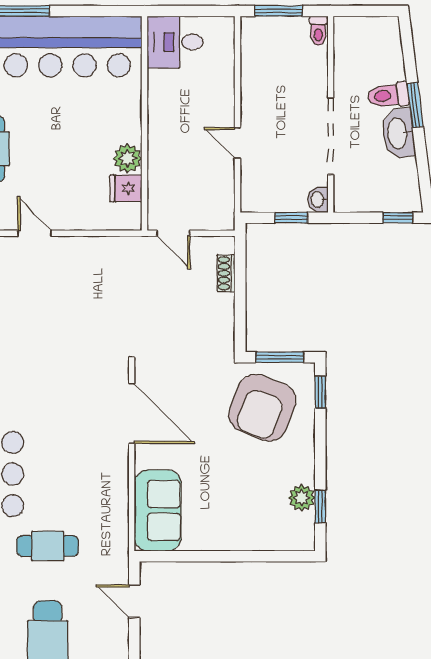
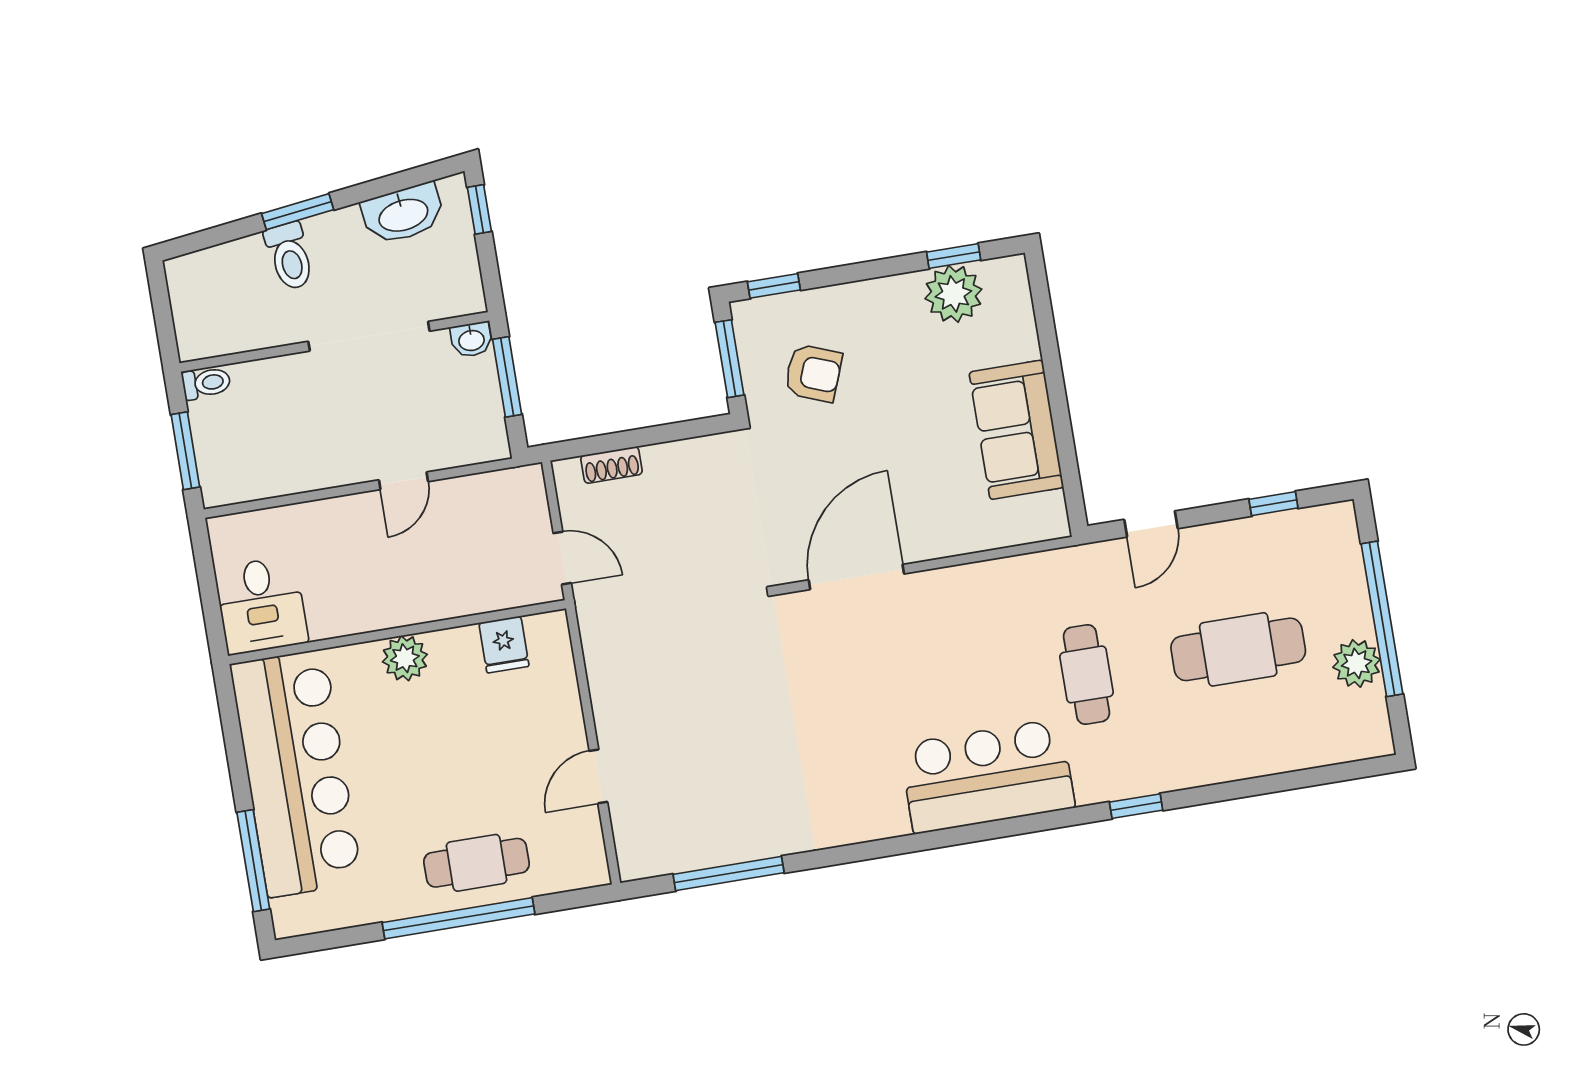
washbasin: (398, 133) -> (403, 214), moved
plant: (128, 158) -> (405, 658), moved
window: (291, 218) -> (507, 377), width x1.50
door: (173, 233) -> (562, 558), hinge flipped
armchair: (262, 408) -> (813, 373), width x0.53, depth x0.53
plant: (302, 498) -> (953, 294), width x1.36, depth x1.36
sofa: (158, 510) -> (1016, 430), moved, turned -90

